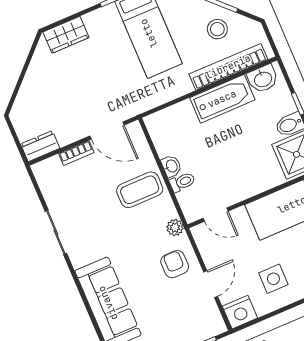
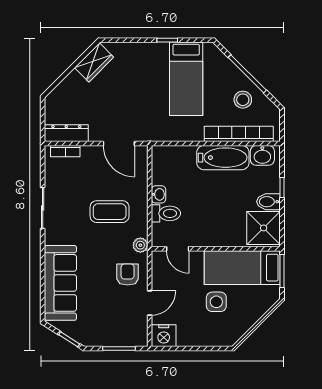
wardrobe: (66, 35) -> (94, 62), moved, turned -45
dresser: (40, 146) -> (66, 133), width x1.44
bookcase: (76, 153) -> (65, 151), moved
toilet: (182, 182) -> (166, 213), width x1.37, depth x1.39
coffee table: (140, 190) -> (110, 212), moved
side table: (273, 279) -> (216, 302), moved

